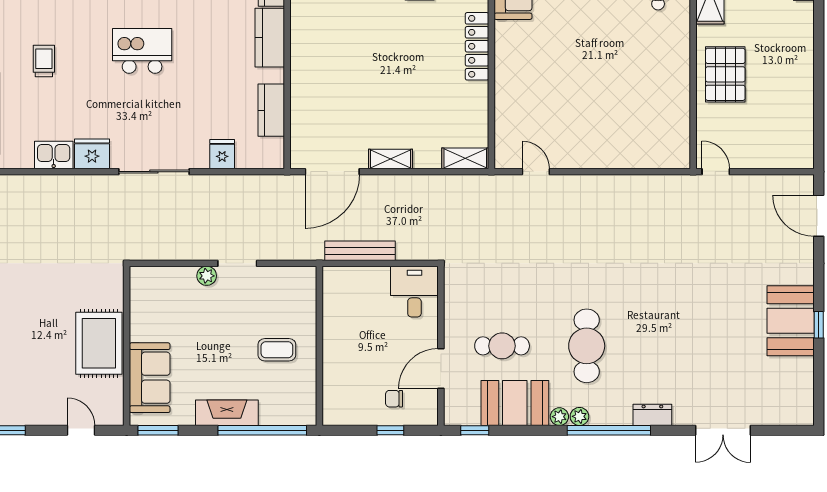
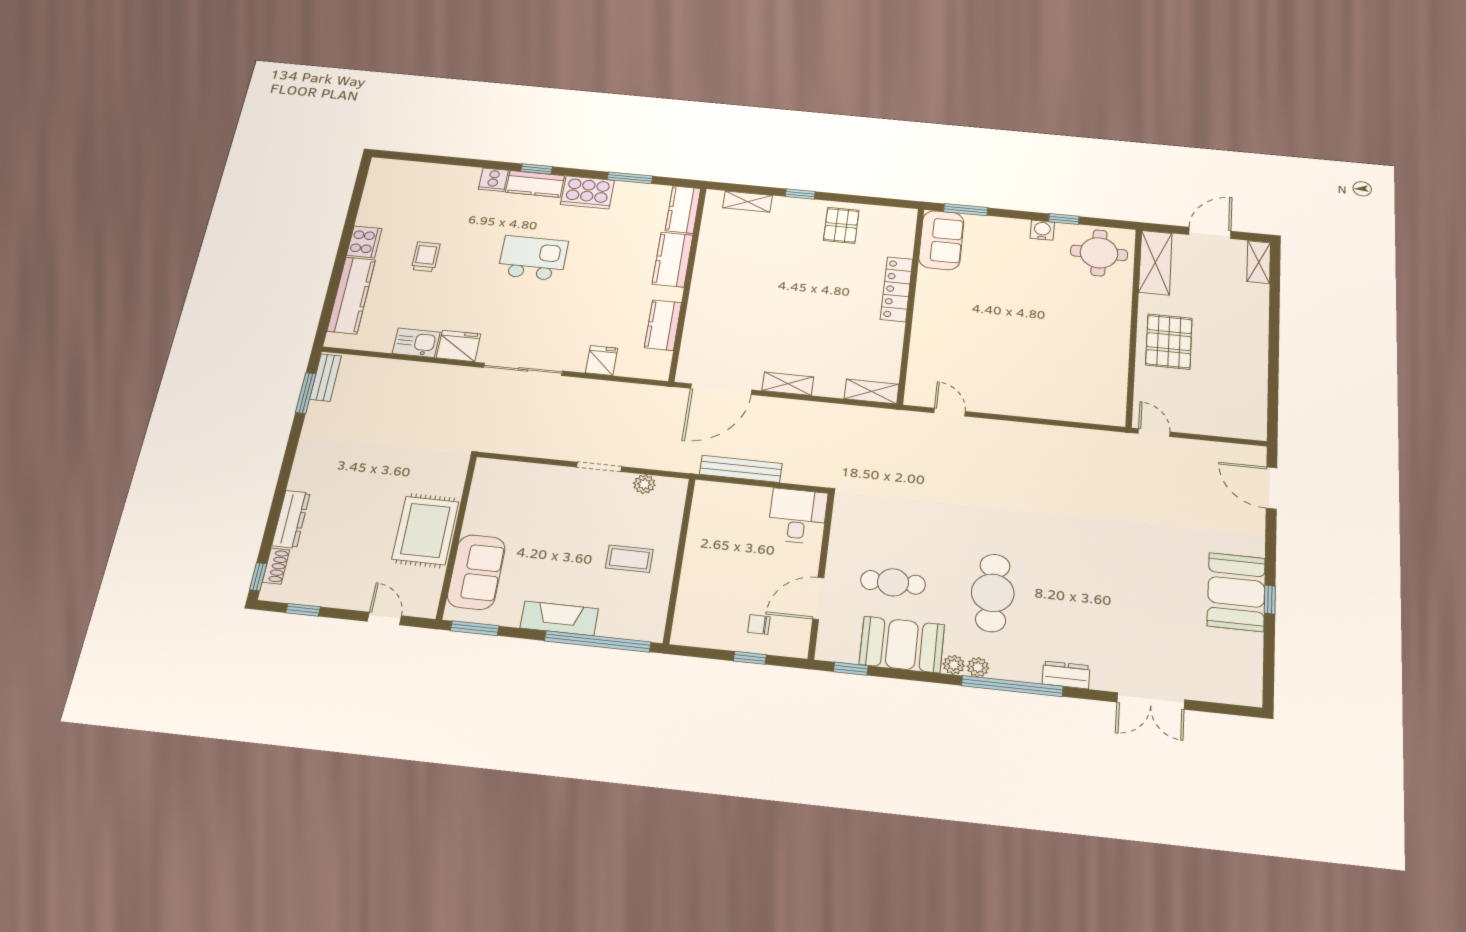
plant: (207, 276) -> (644, 484), moved

